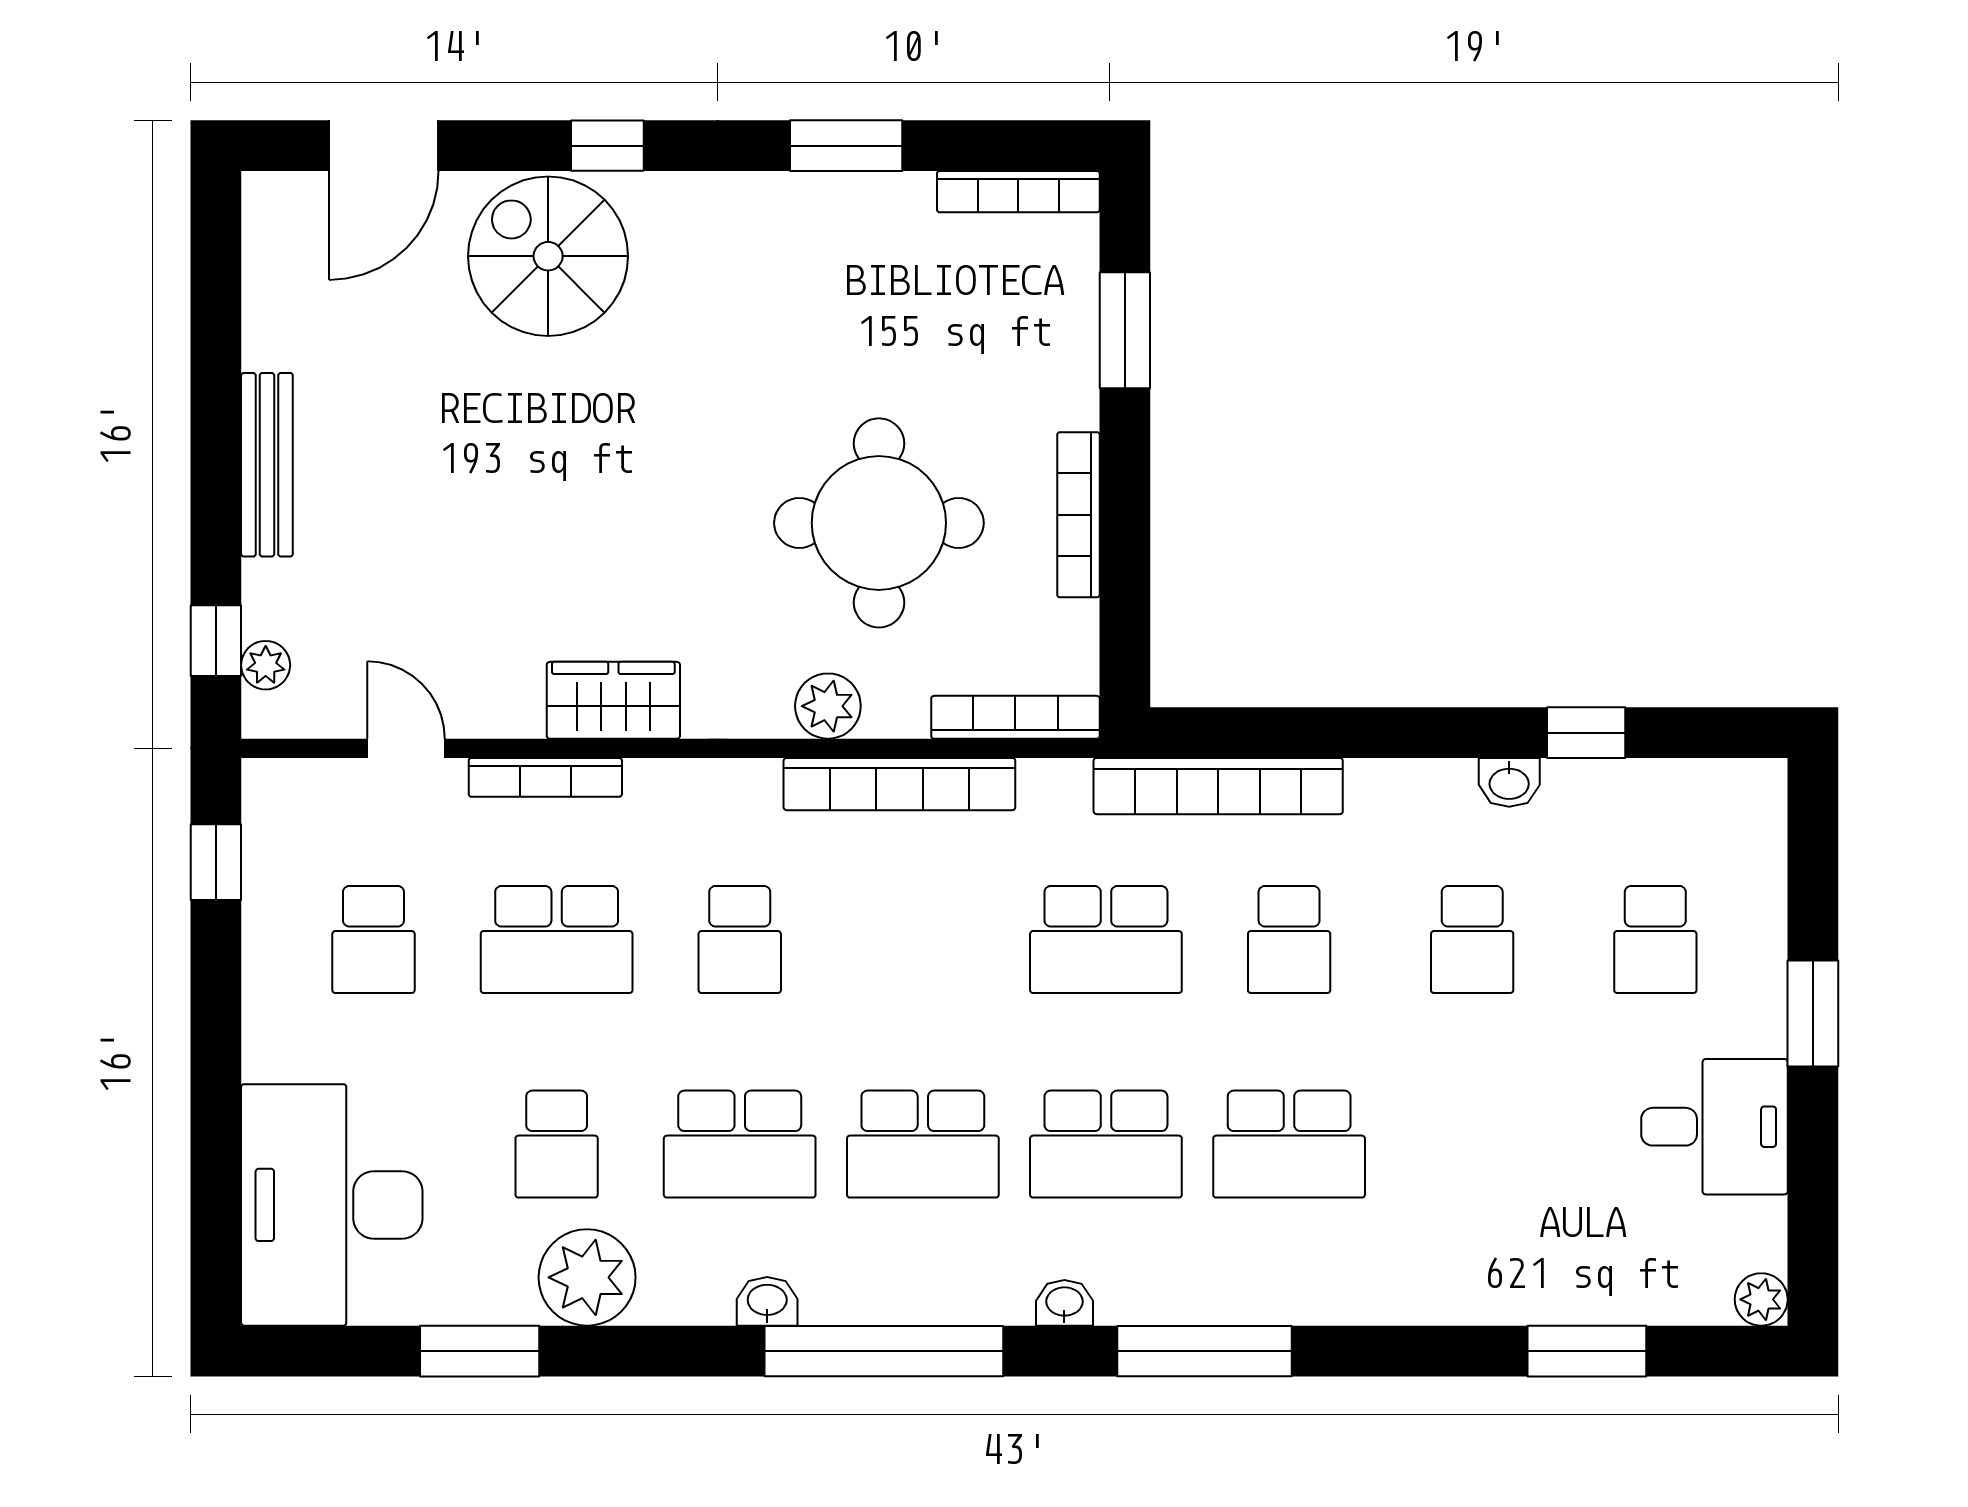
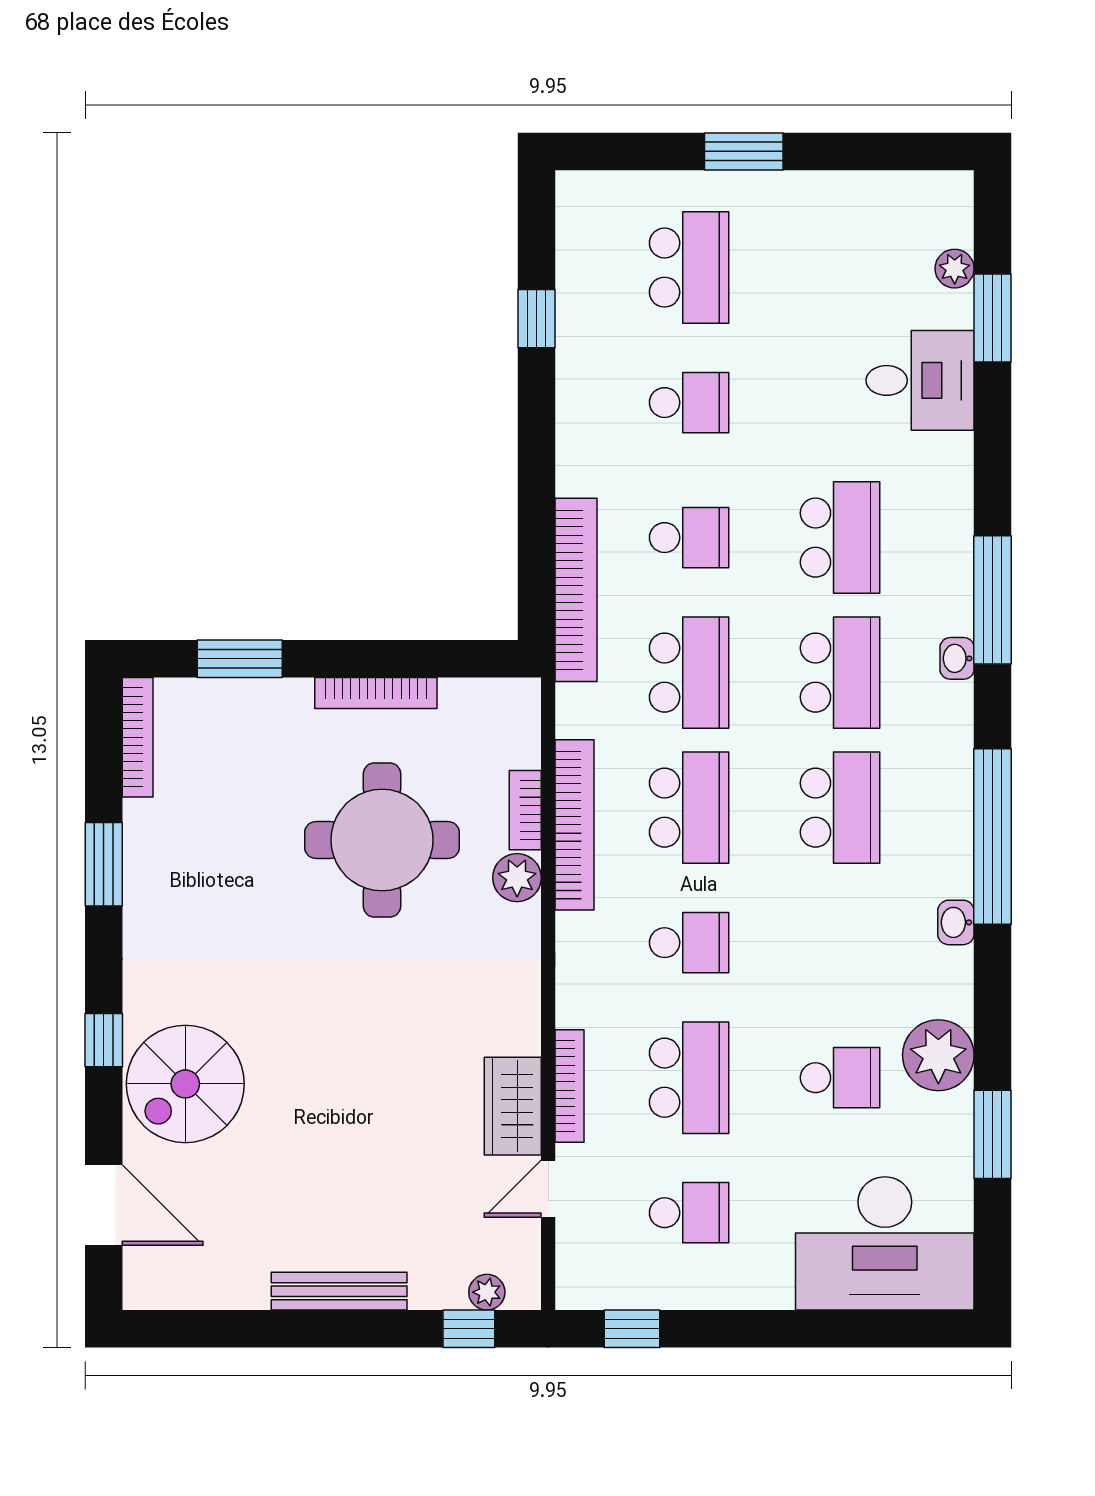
wardrobe: (613, 700) -> (513, 1106), moved
bookcase: (1015, 717) -> (525, 810), moved, width x0.64
washbasin: (1509, 782) -> (573, 375), removed
school desk: (1655, 939) -> (689, 268), width x1.85
desk: (1714, 1127) -> (920, 380), moved, turned 90
school desk: (740, 1144) -> (689, 808), moved
plant: (1761, 1299) -> (955, 269), moved
washbasin: (1064, 1303) -> (957, 658), moved

